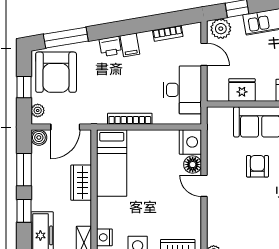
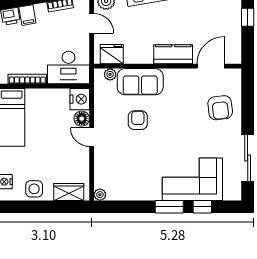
desk: (183, 90) -> (68, 67), moved, turned 90
fridge: (242, 90) -> (112, 54), moved
plant: (225, 114) -> (110, 74), added

